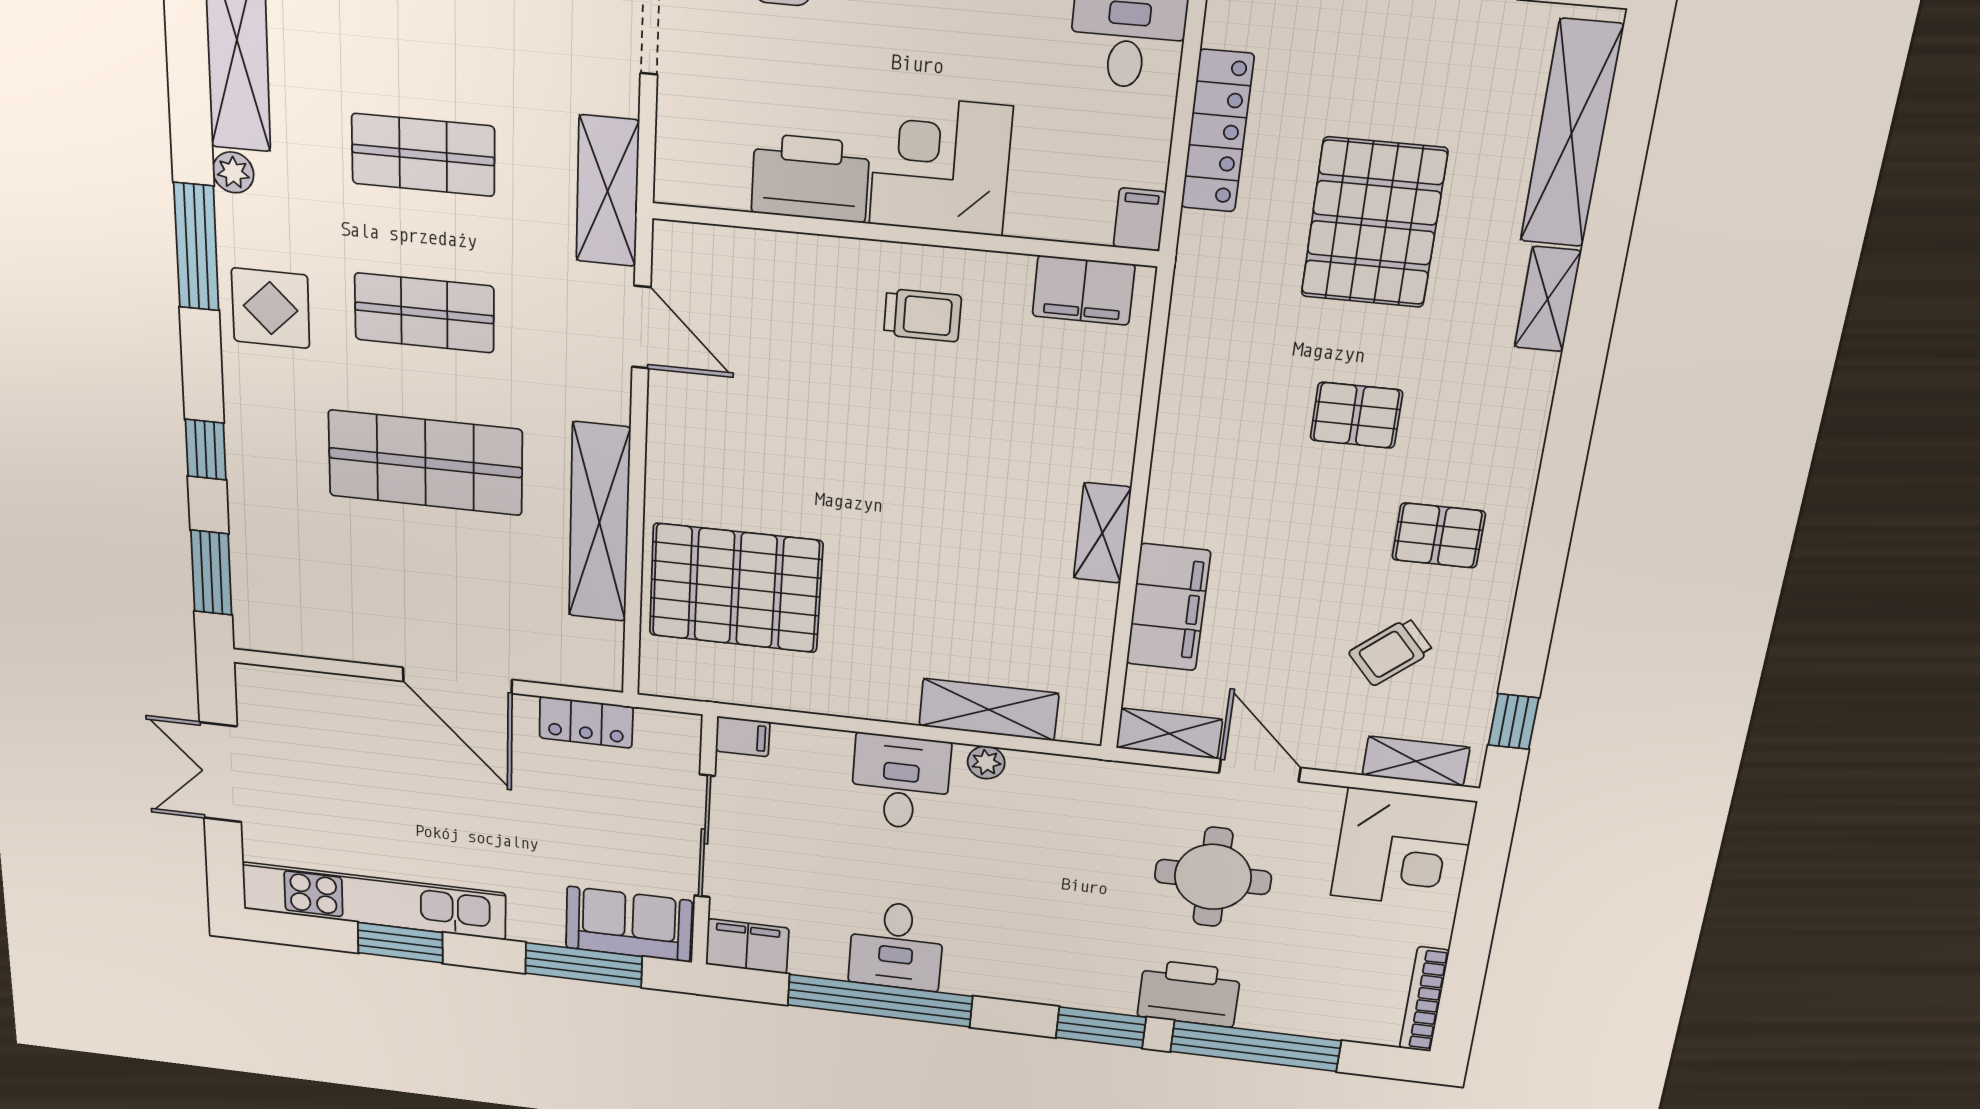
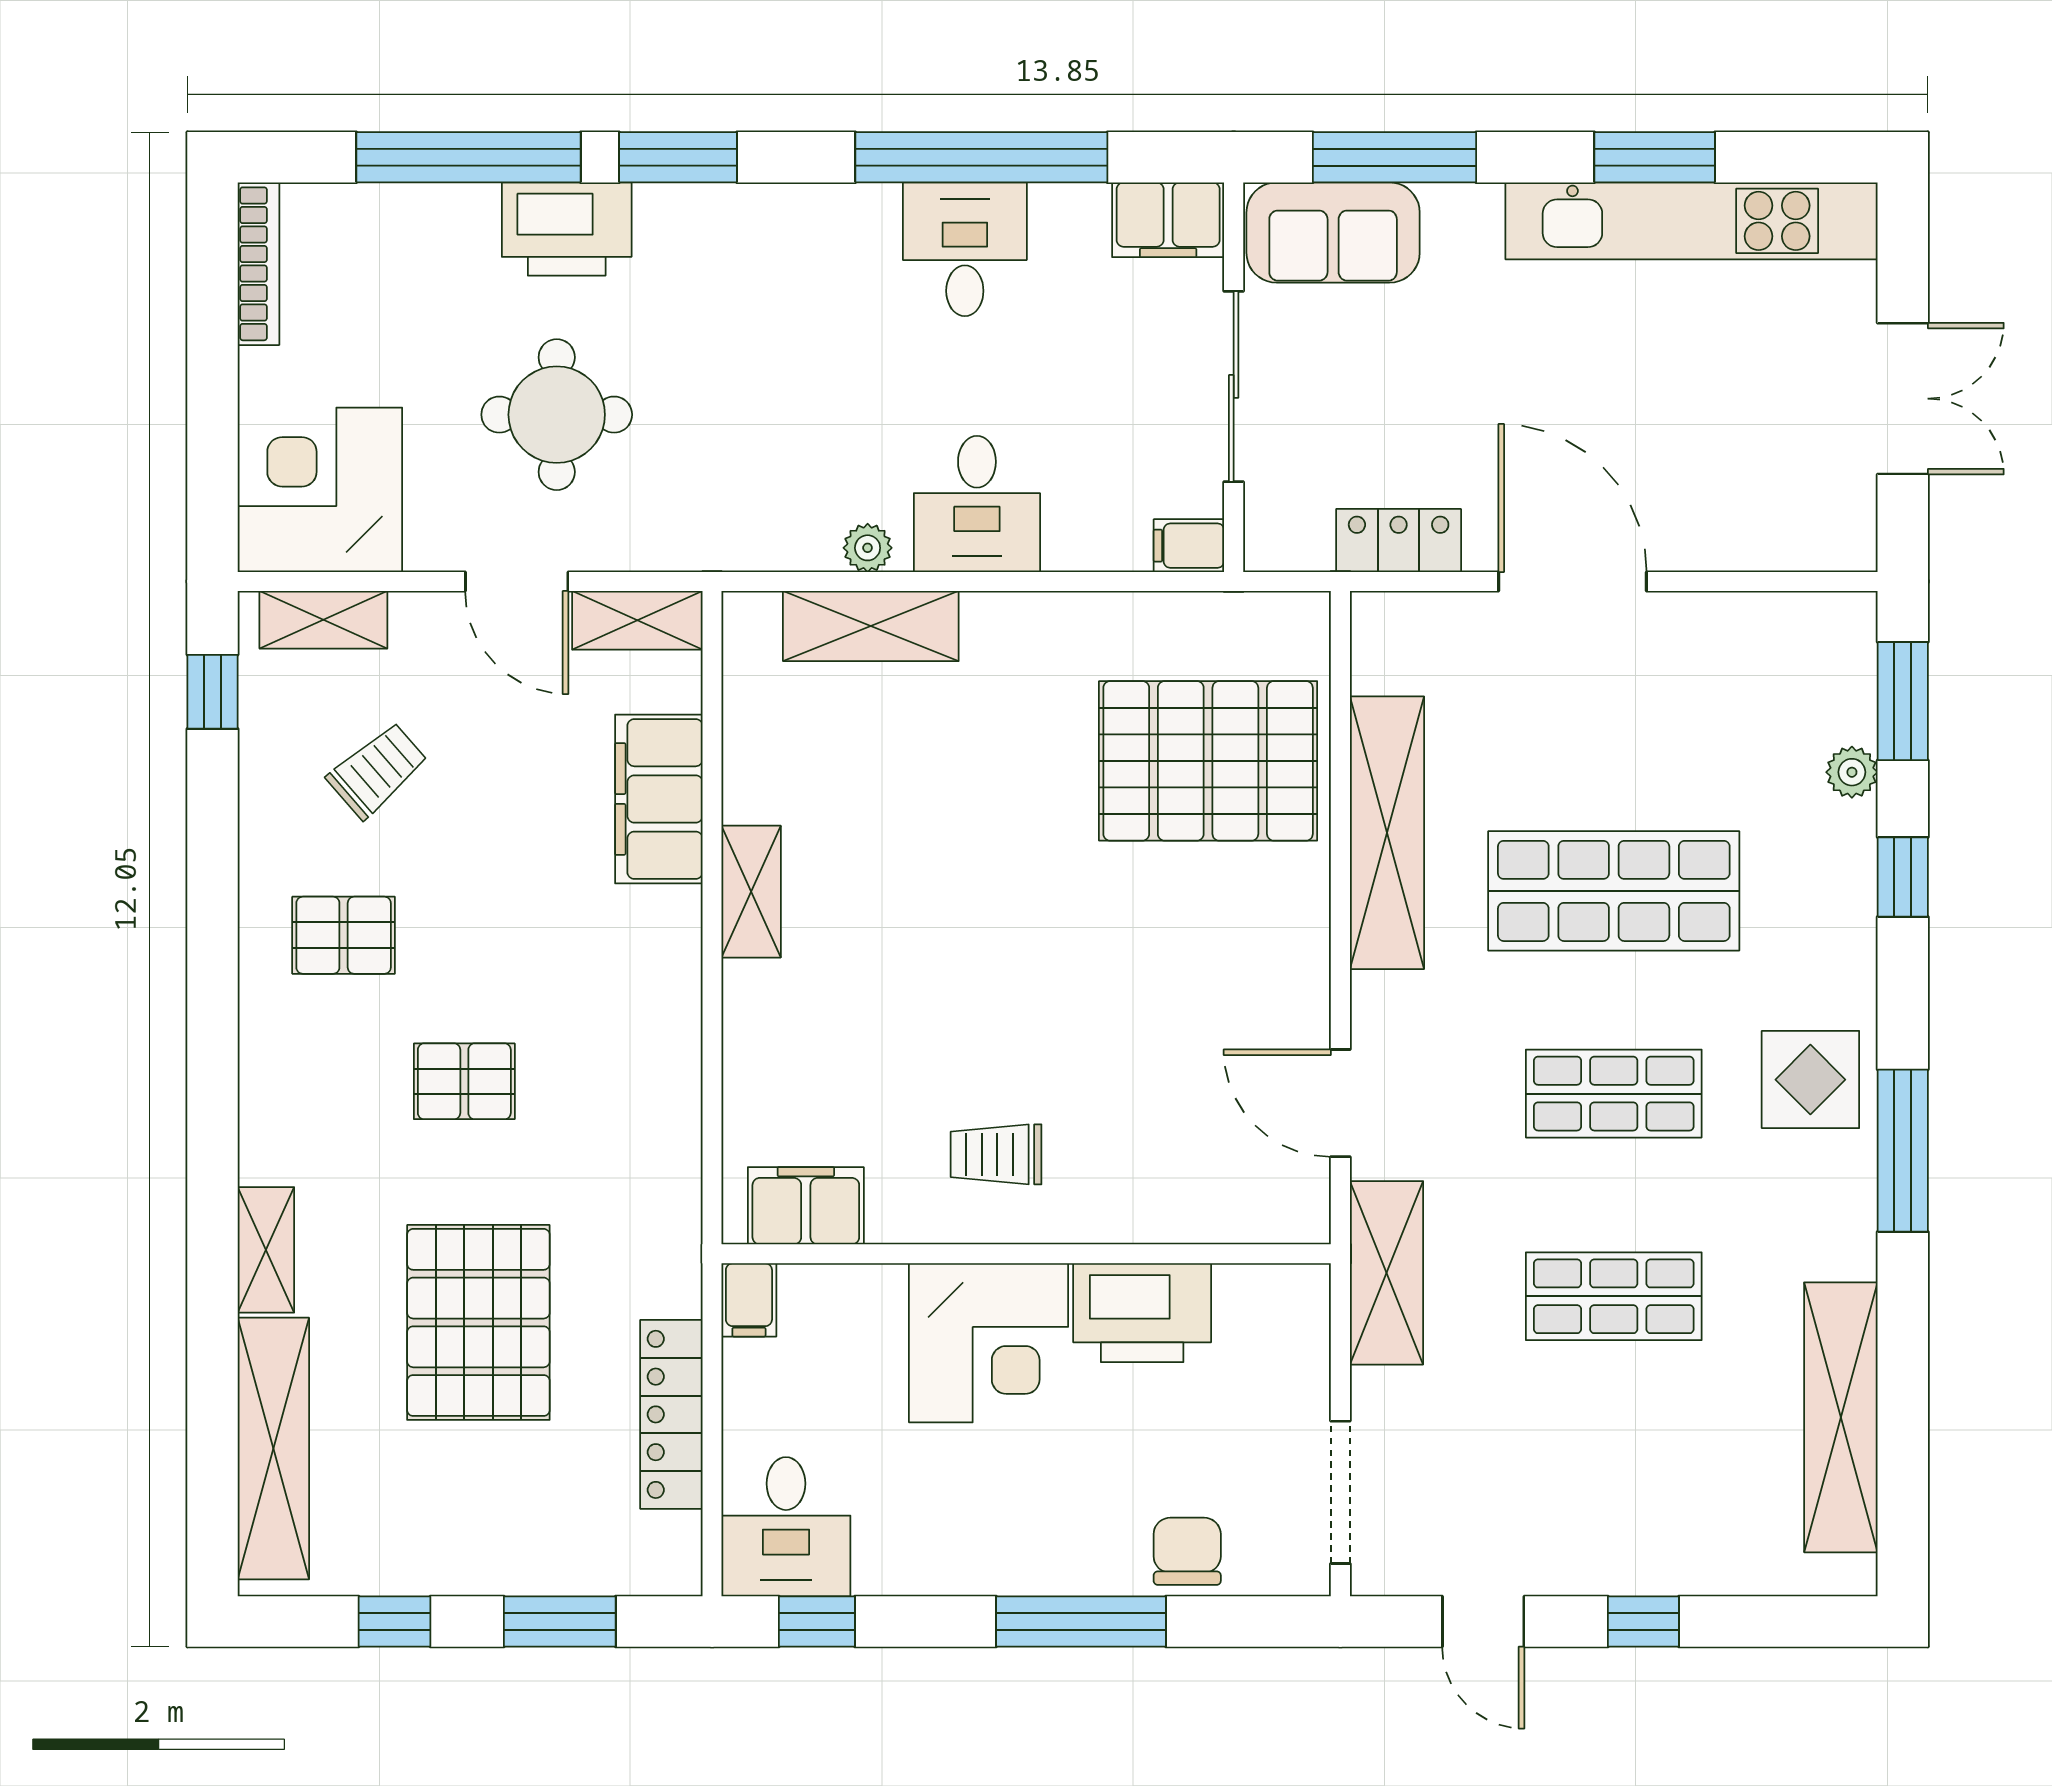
plant: (233, 172) -> (1852, 772), moved

